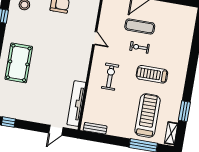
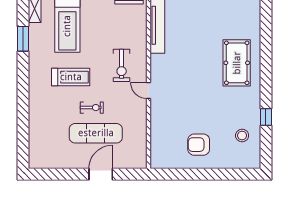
exercise mat: (140, 26) -> (96, 133), width x1.36, depth x1.45
door: (95, 38) -> (149, 91), moved

